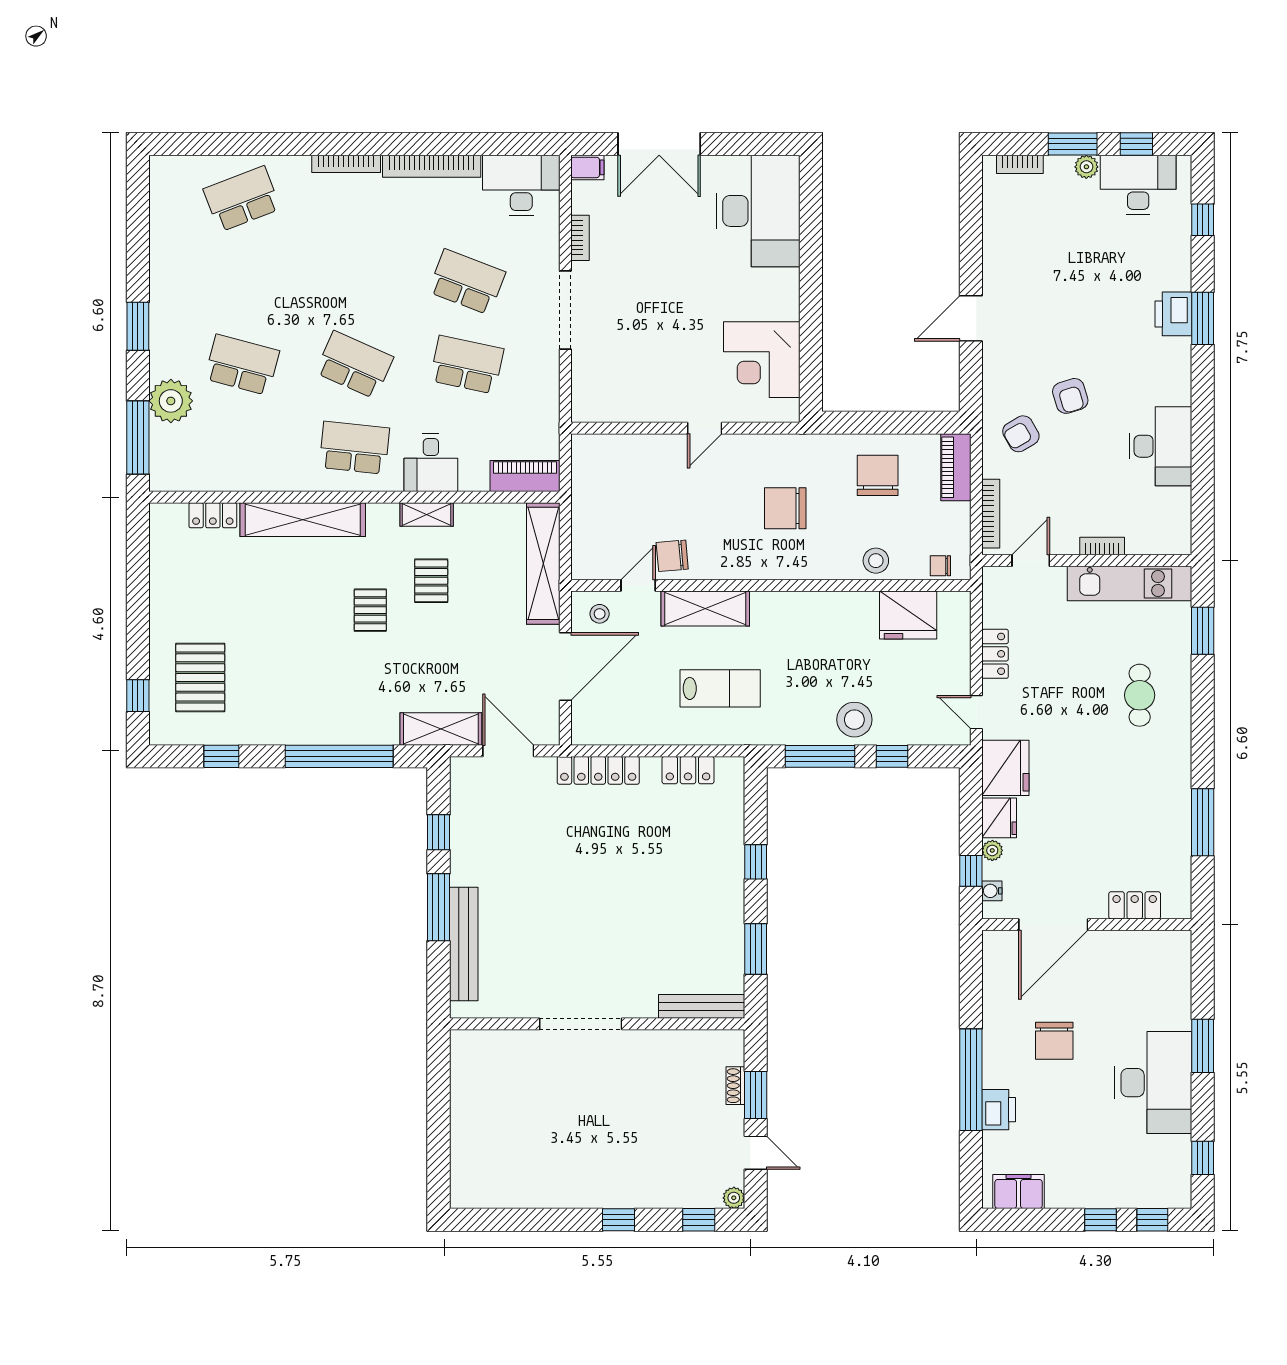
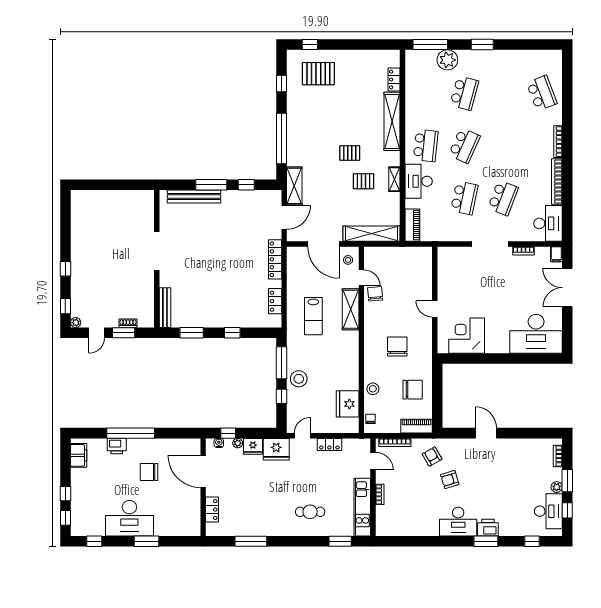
desk: (1160, 446) -> (458, 522), moved
desk: (431, 463) -> (419, 181), width x1.37

